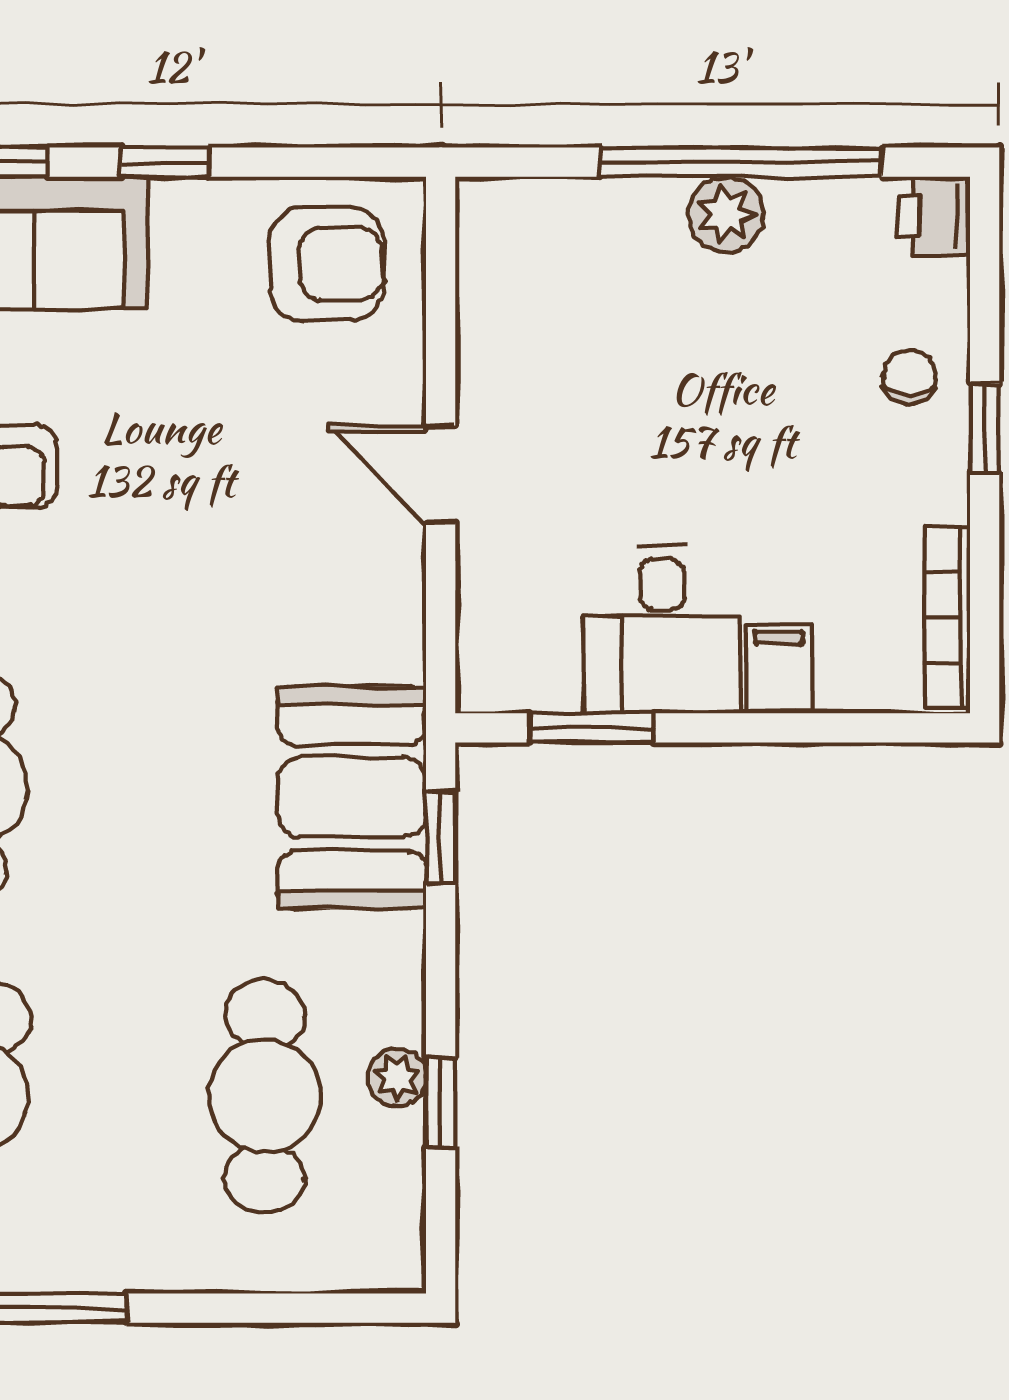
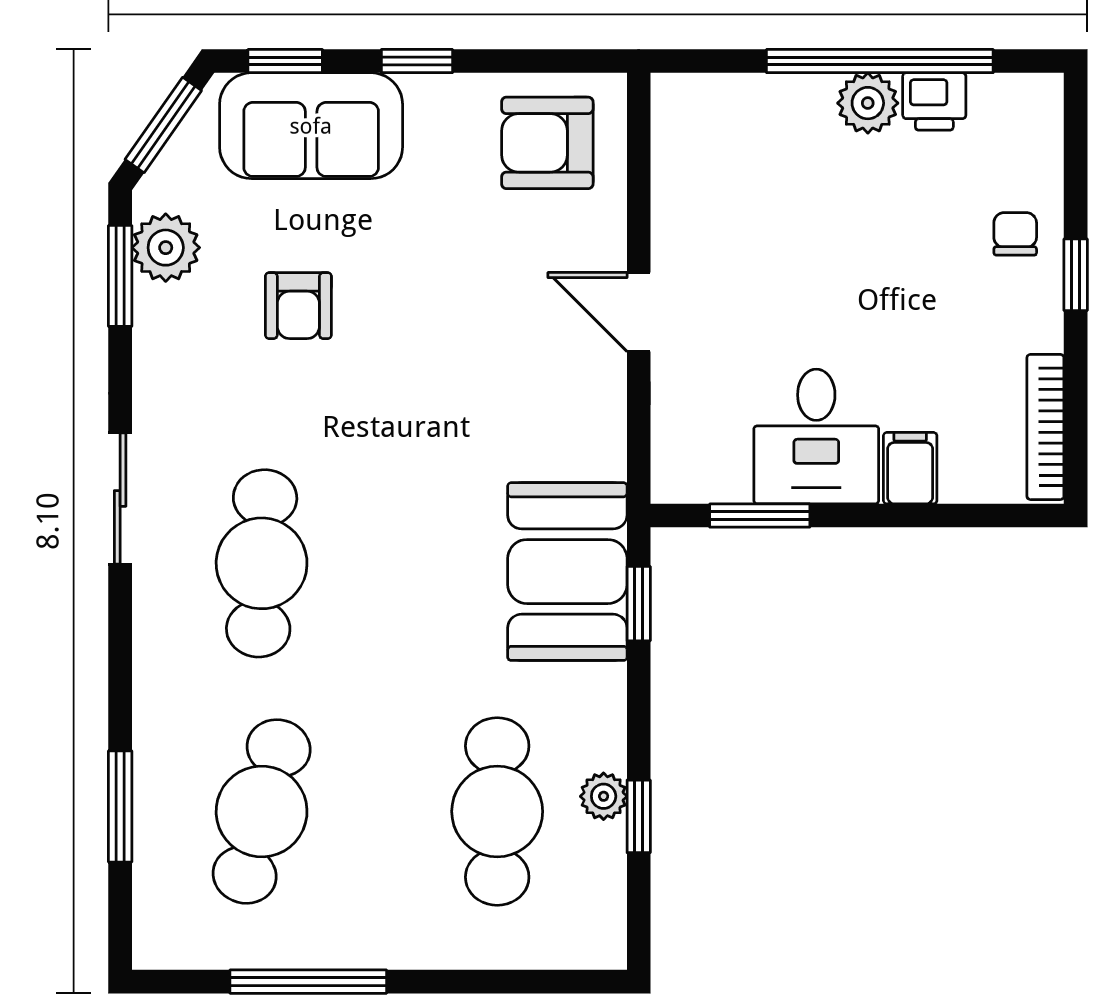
printer: (934, 216) -> (934, 101), moved, turned -90
armchair: (327, 264) -> (547, 143), turned 180

